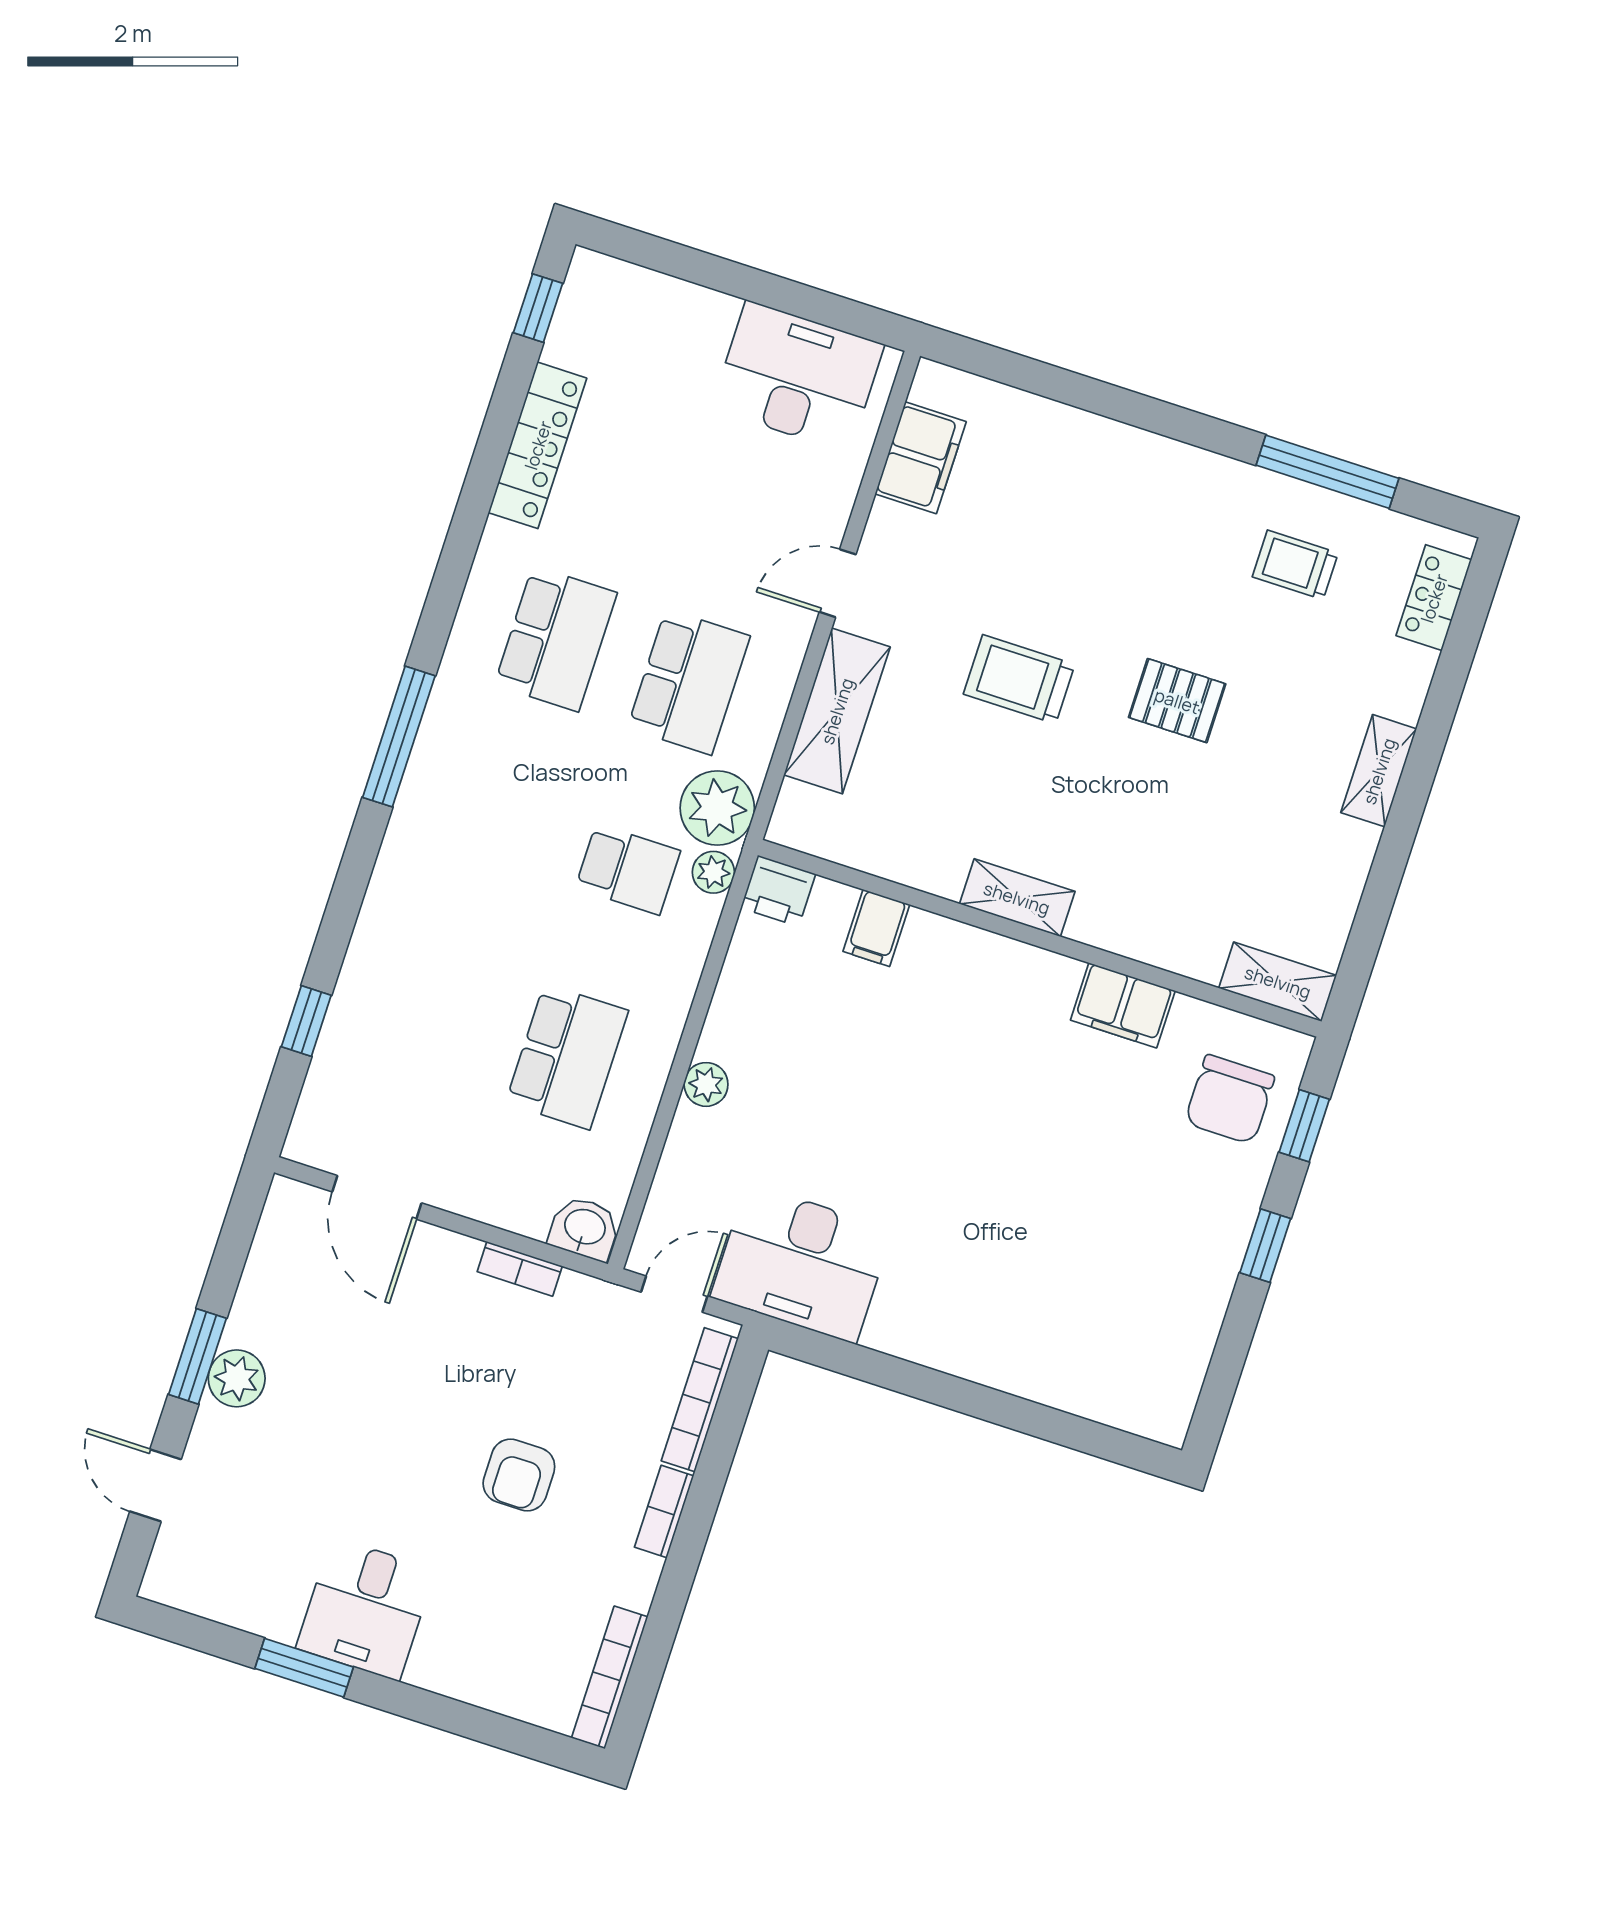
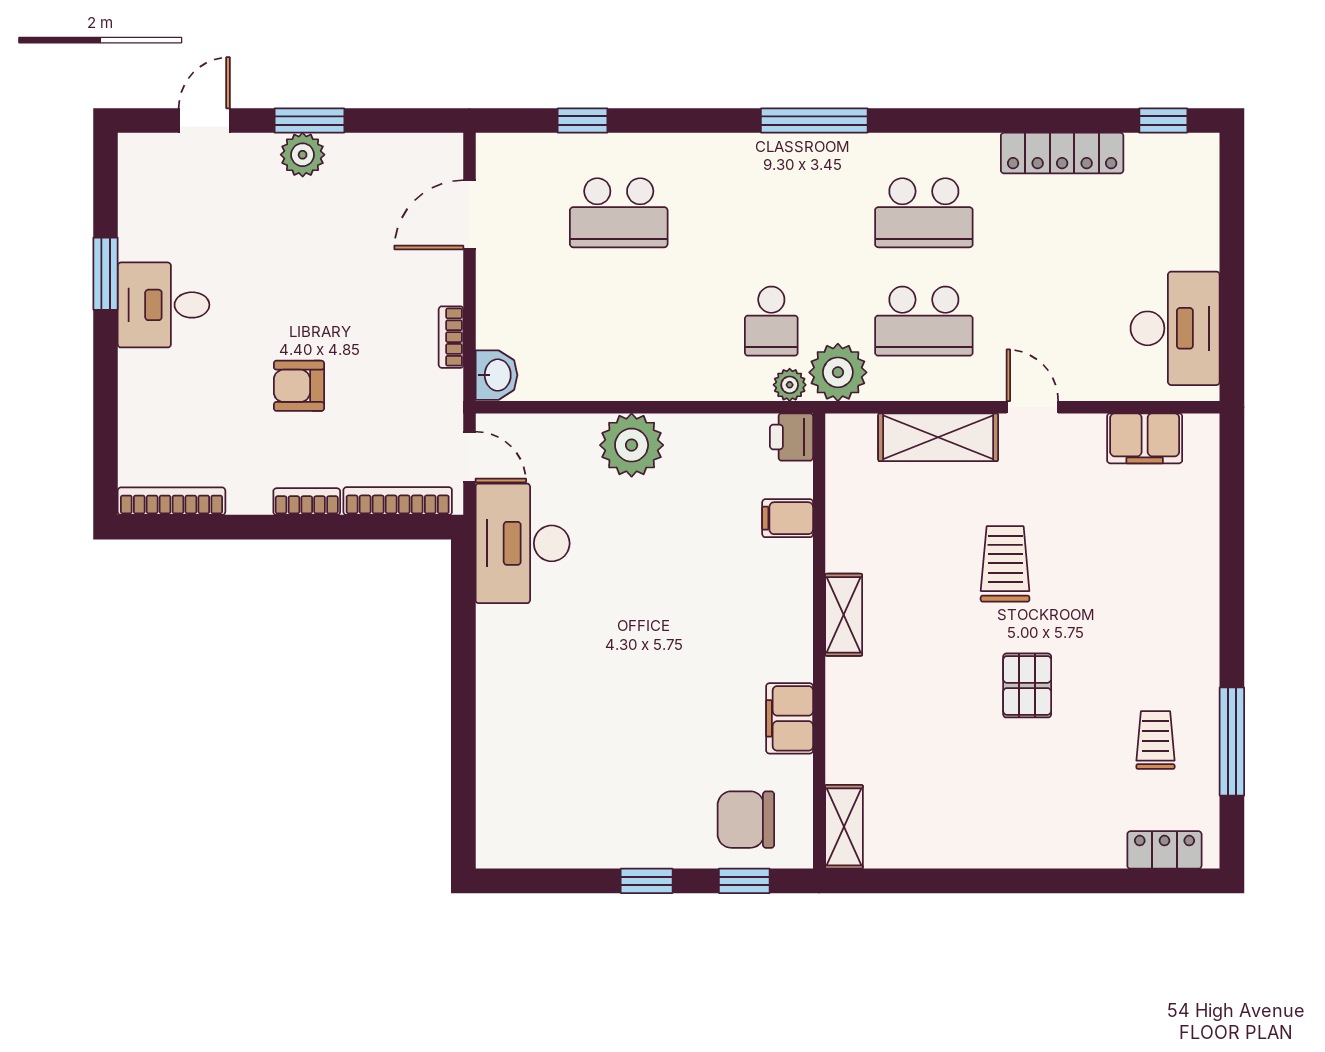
shelving: (1379, 771) -> (1024, 851), removed
school desk: (567, 1057) -> (619, 213), moved
plant: (706, 1084) -> (632, 445), width x1.87, depth x1.87

